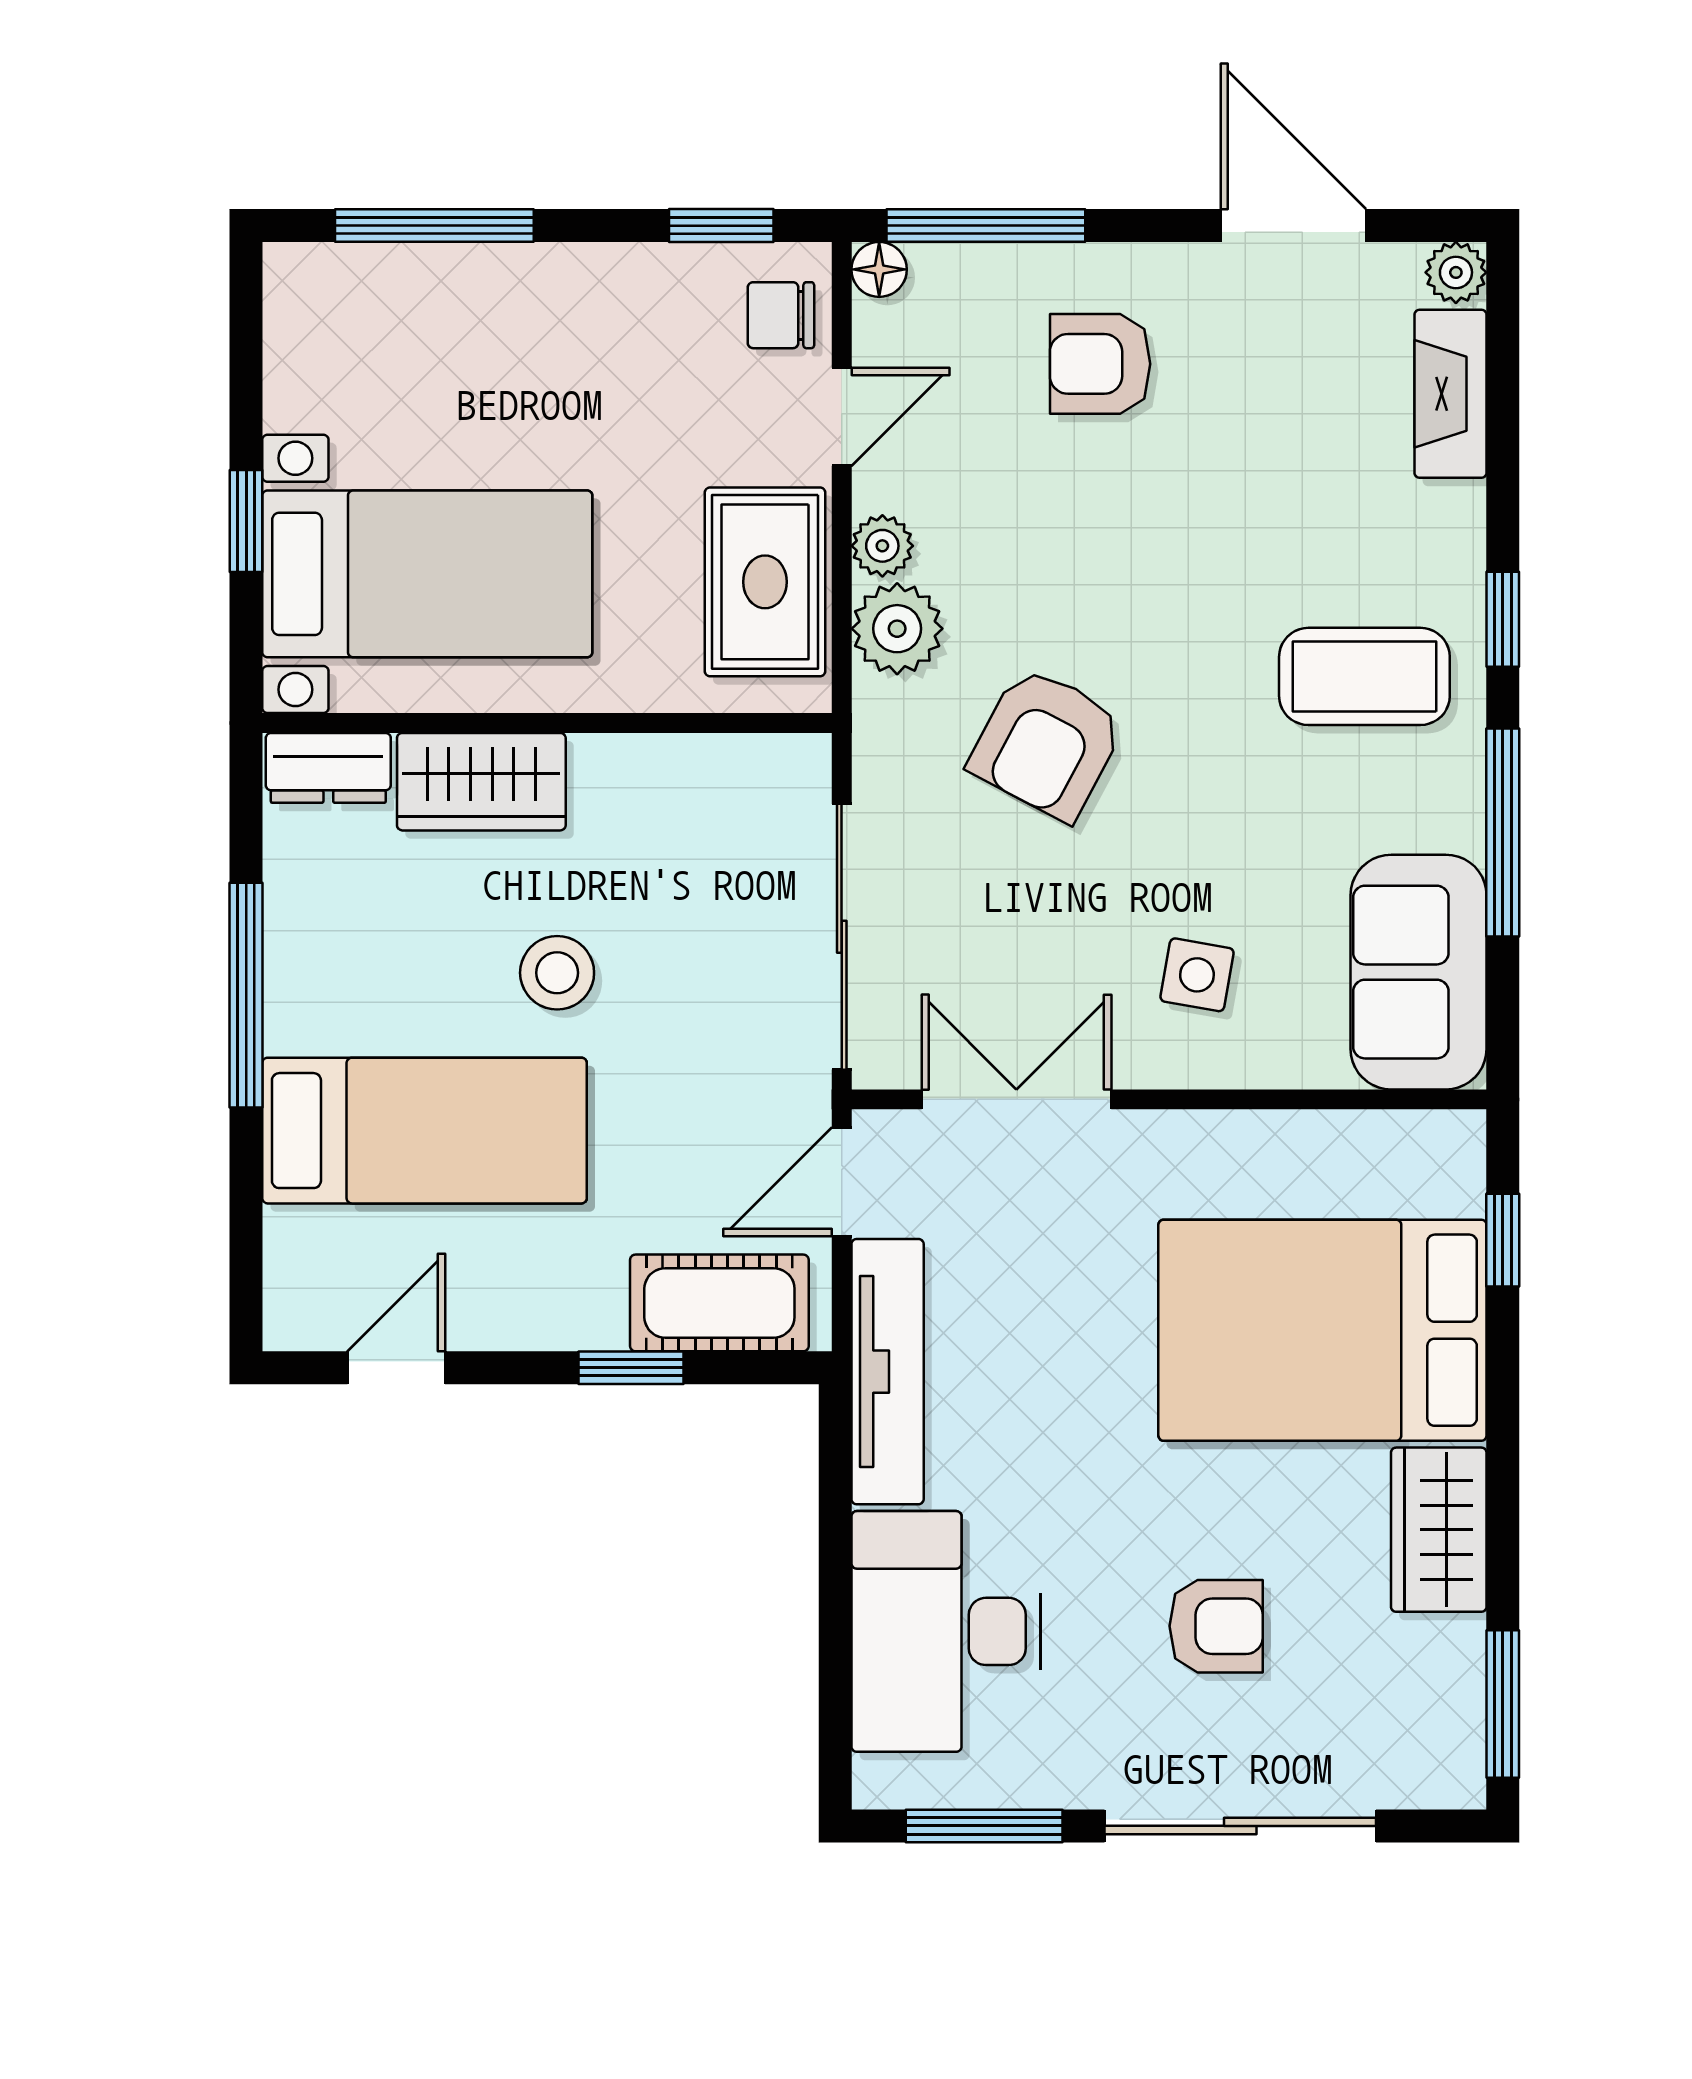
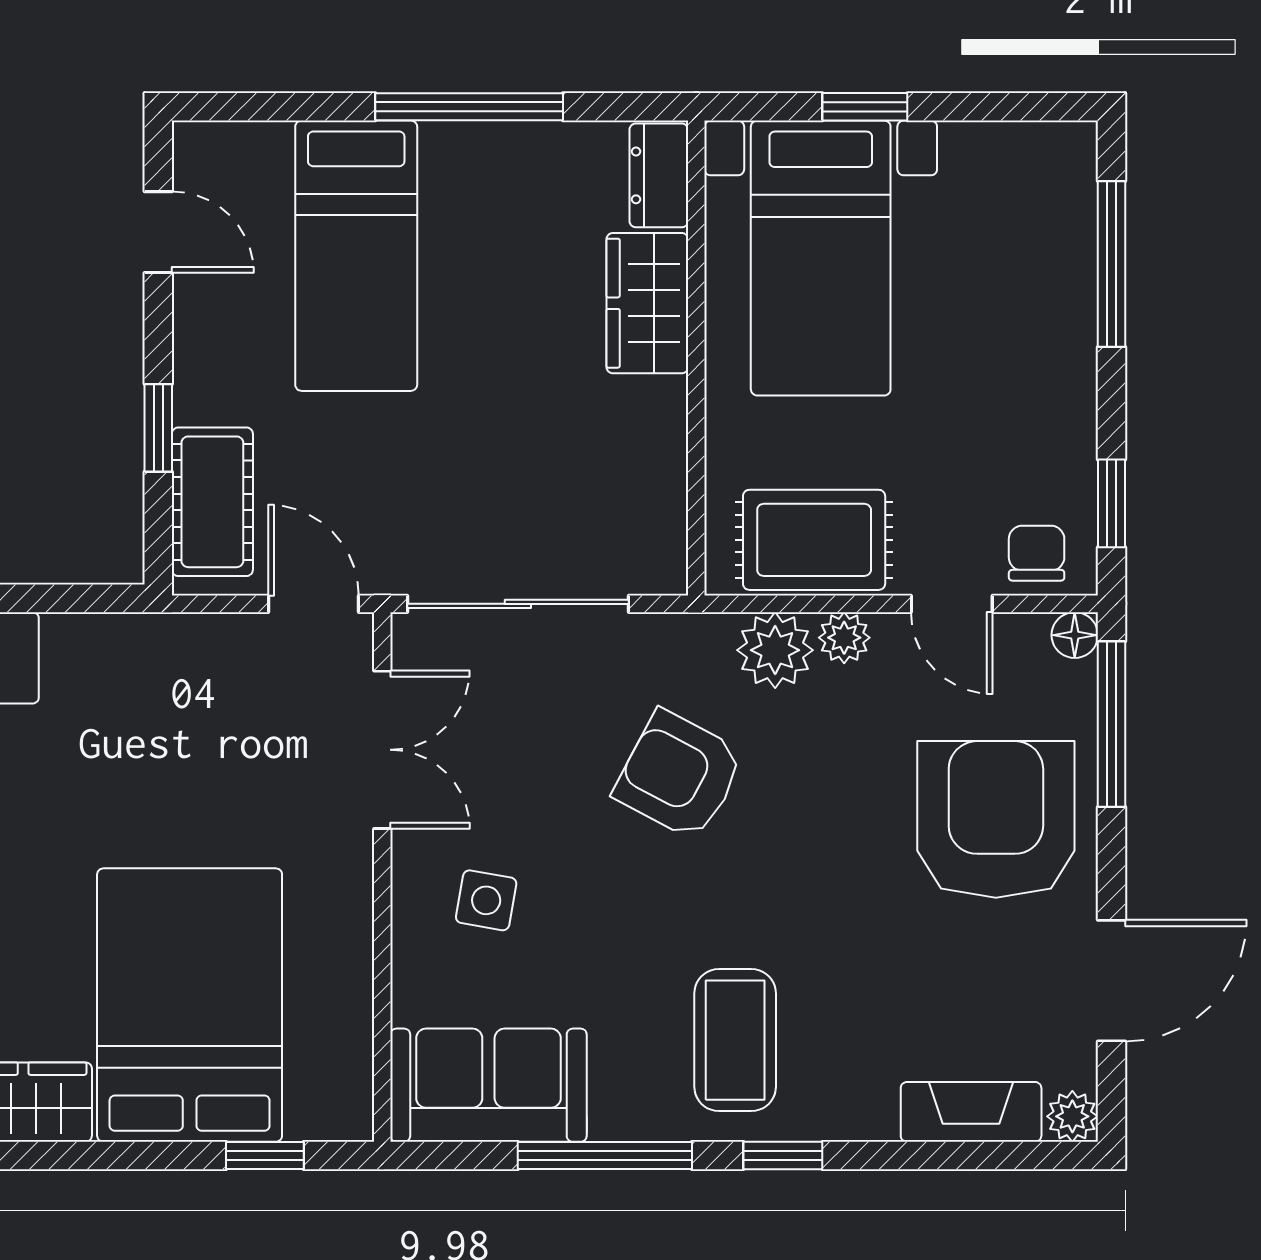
armchair: (1100, 364) -> (996, 819), width x1.88, depth x1.88
stool: (557, 973) -> (488, 366), removed
tv unit: (888, 1372) -> (155, 642), removed

